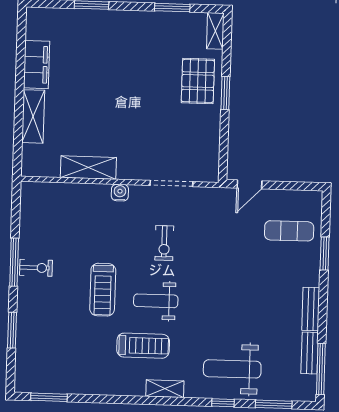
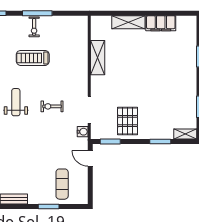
pallet: (198, 81) -> (128, 121), moved, turned 90
window: (225, 93) -> (160, 142), moved
window: (223, 152) -> (110, 142), added
water cooler: (120, 193) -> (83, 132), moved
treadmill: (103, 290) -> (33, 58), moved

